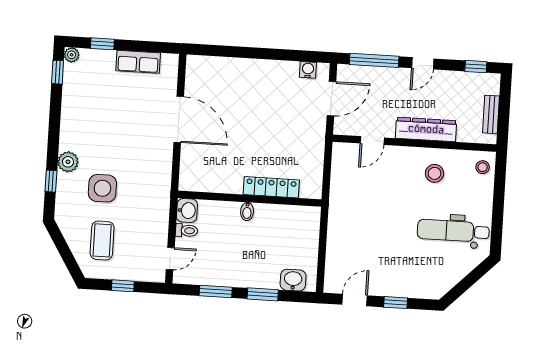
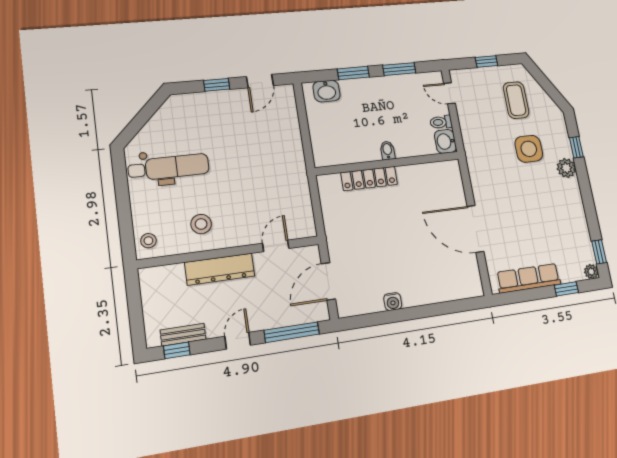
row of seats: (138, 62) -> (529, 278), width x1.48
water cooler: (308, 70) -> (393, 302), moved
bench: (491, 114) -> (183, 335), moved, turned 90
door: (170, 259) -> (450, 93), hinge flipped

